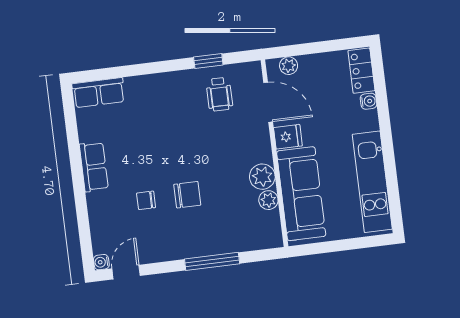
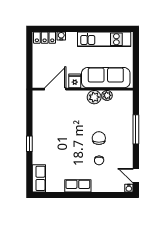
window: (208, 61) -> (29, 144), moved
plant: (289, 66) -> (37, 76), removed
wheelchair: (219, 94) -> (48, 114), removed

